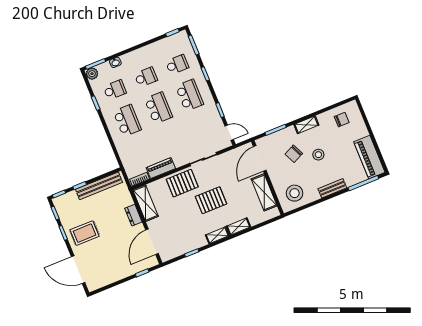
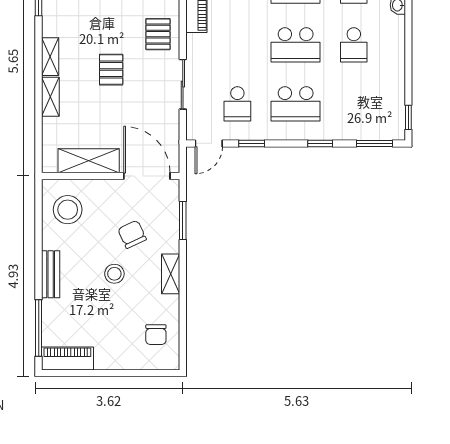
school desk: (177, 64) -> (237, 104), moved
piano: (369, 157) -> (67, 359), width x0.73, depth x0.75
pallet: (182, 183) -> (158, 34), width x0.67, depth x0.71
pallet: (211, 200) -> (111, 70), width x0.67, depth x0.71

